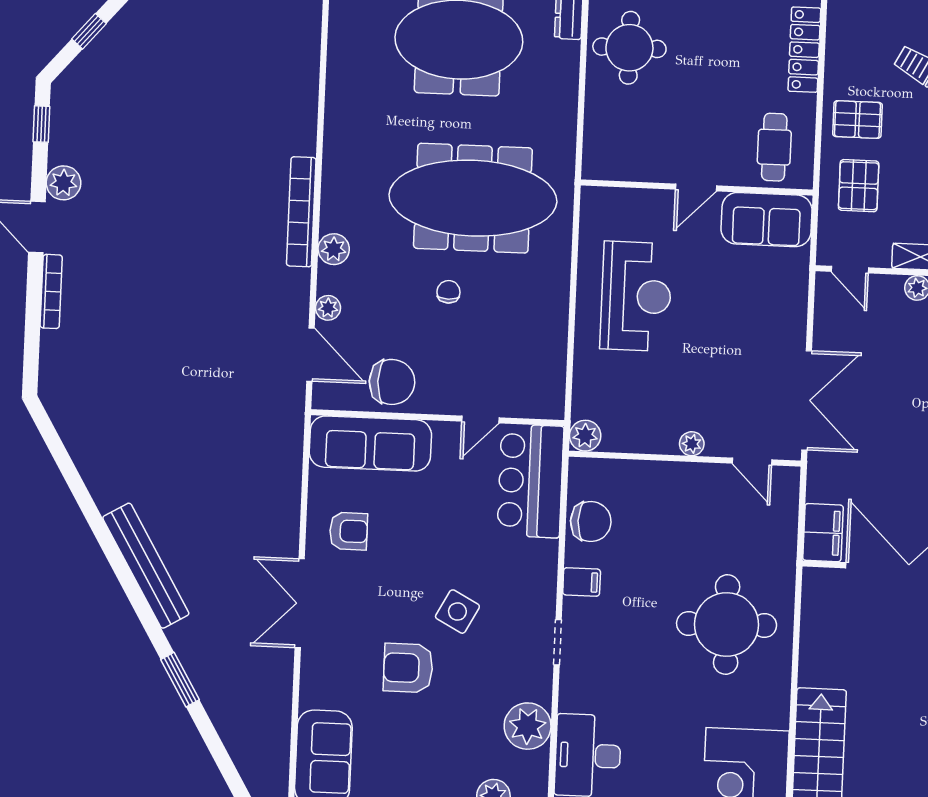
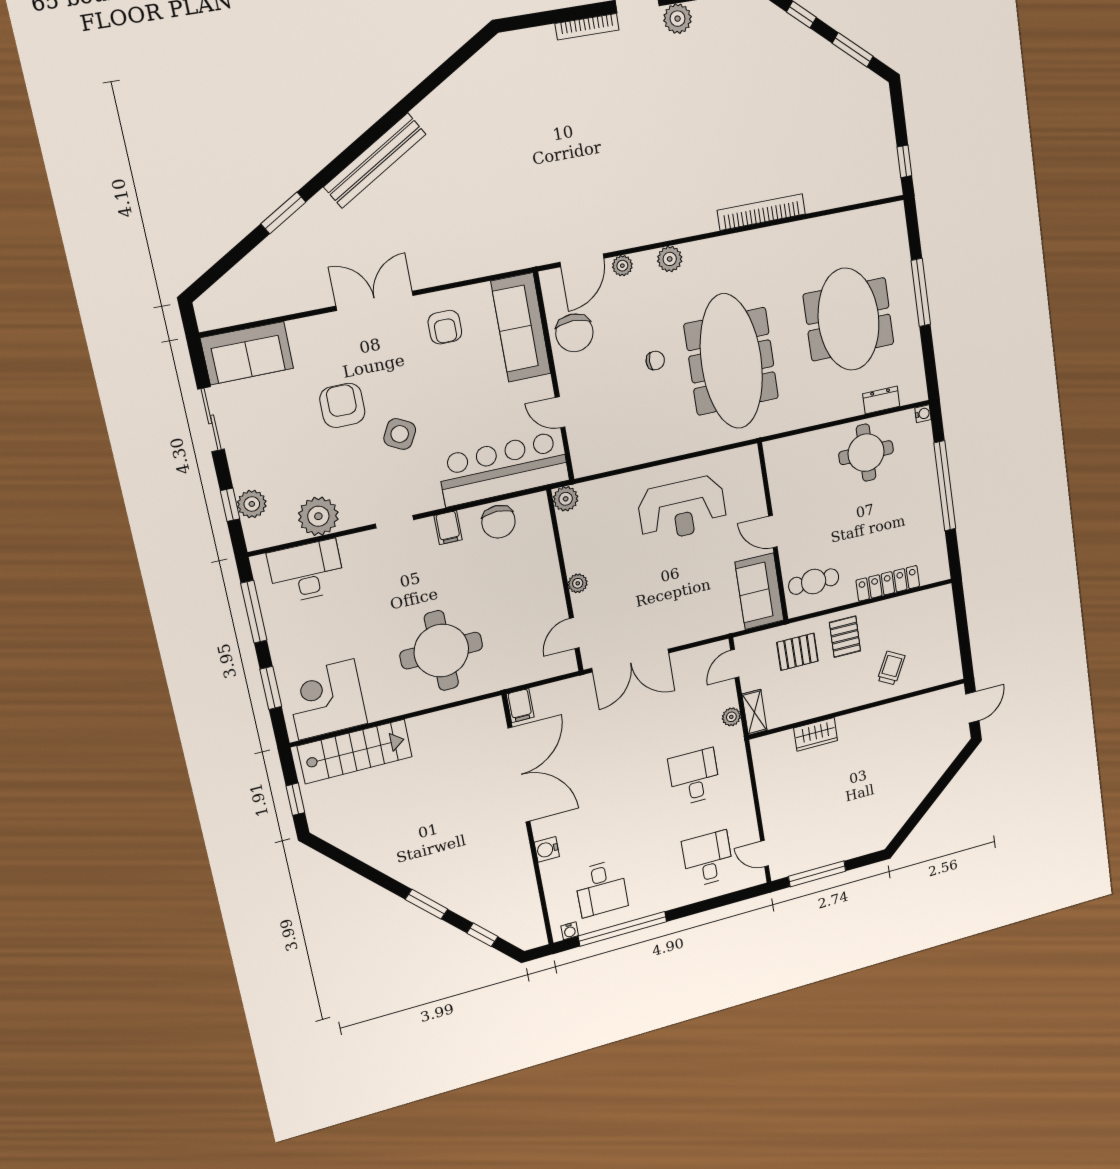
bookcase: (301, 212) -> (761, 212), moved
bar counter: (530, 481) -> (504, 469), width x1.36
filing cabinet: (823, 533) -> (520, 706), width x0.50

